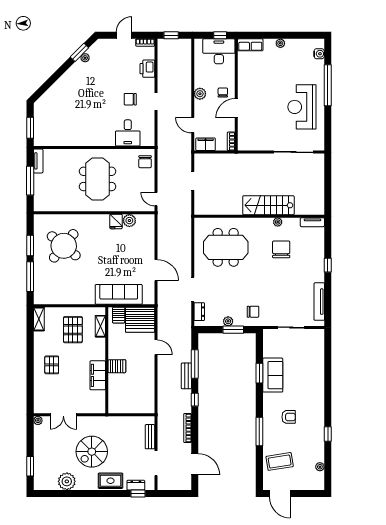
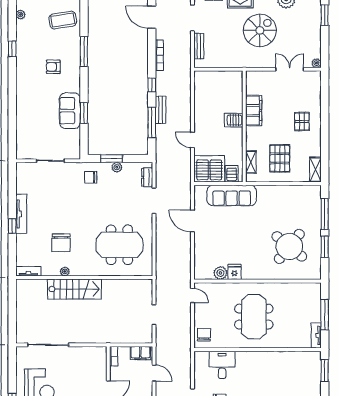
tv unit: (319, 302) -> (21, 214), moved

